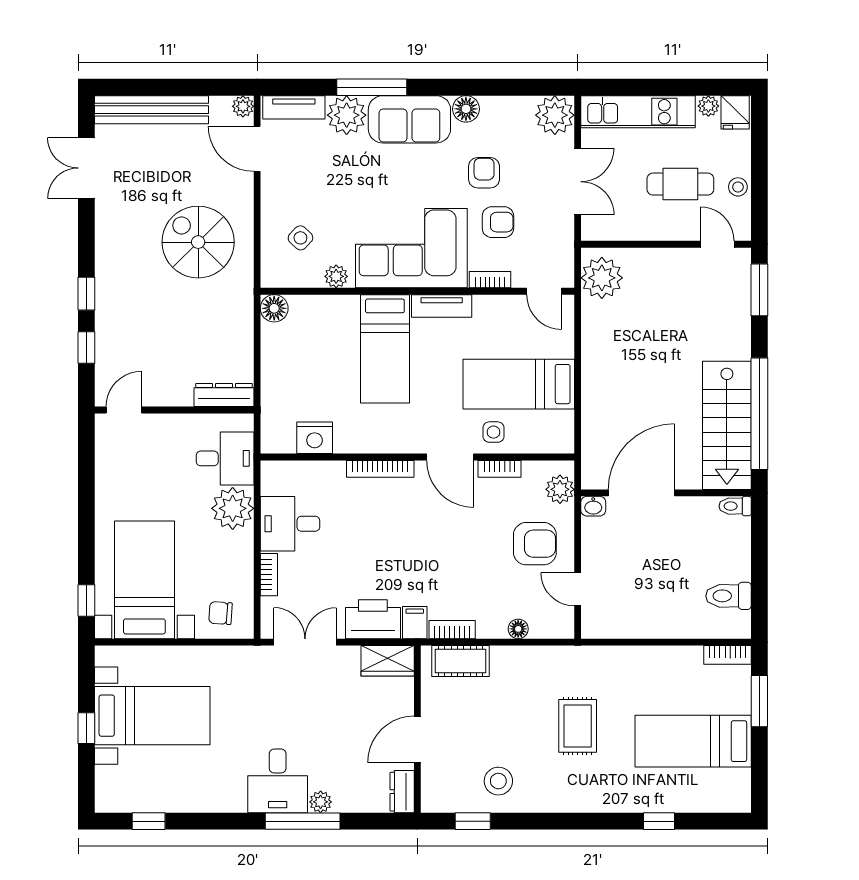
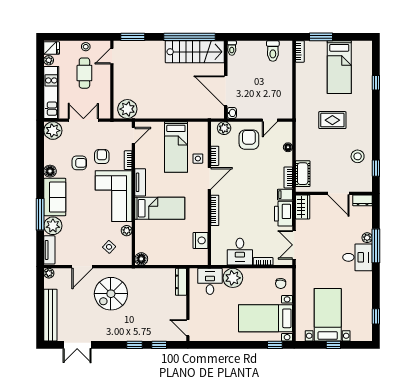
door: (257, 149) -> (82, 267), moved
armchair: (484, 173) -> (79, 163), turned 180

